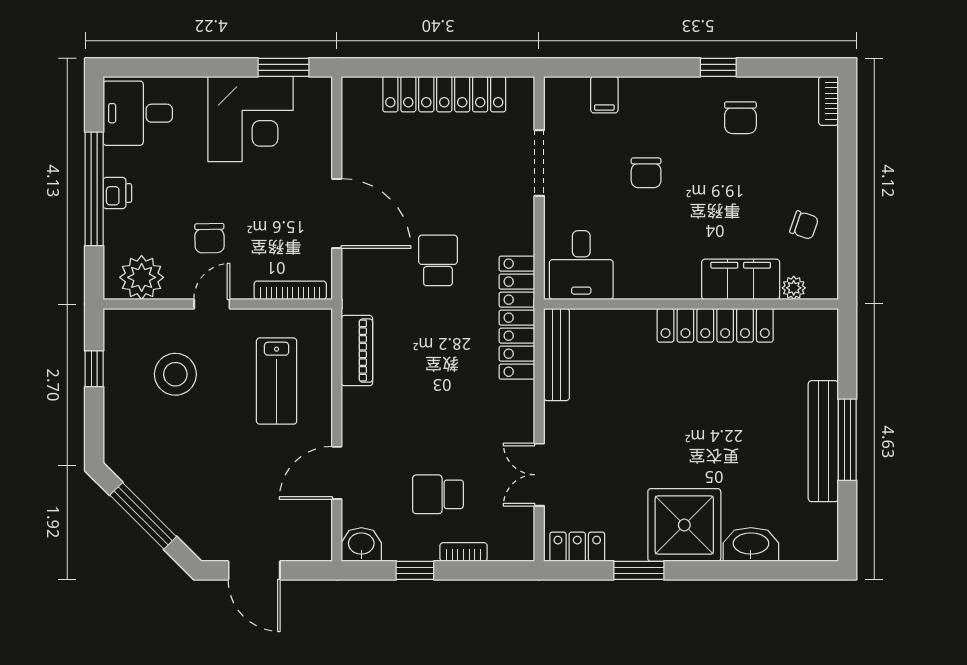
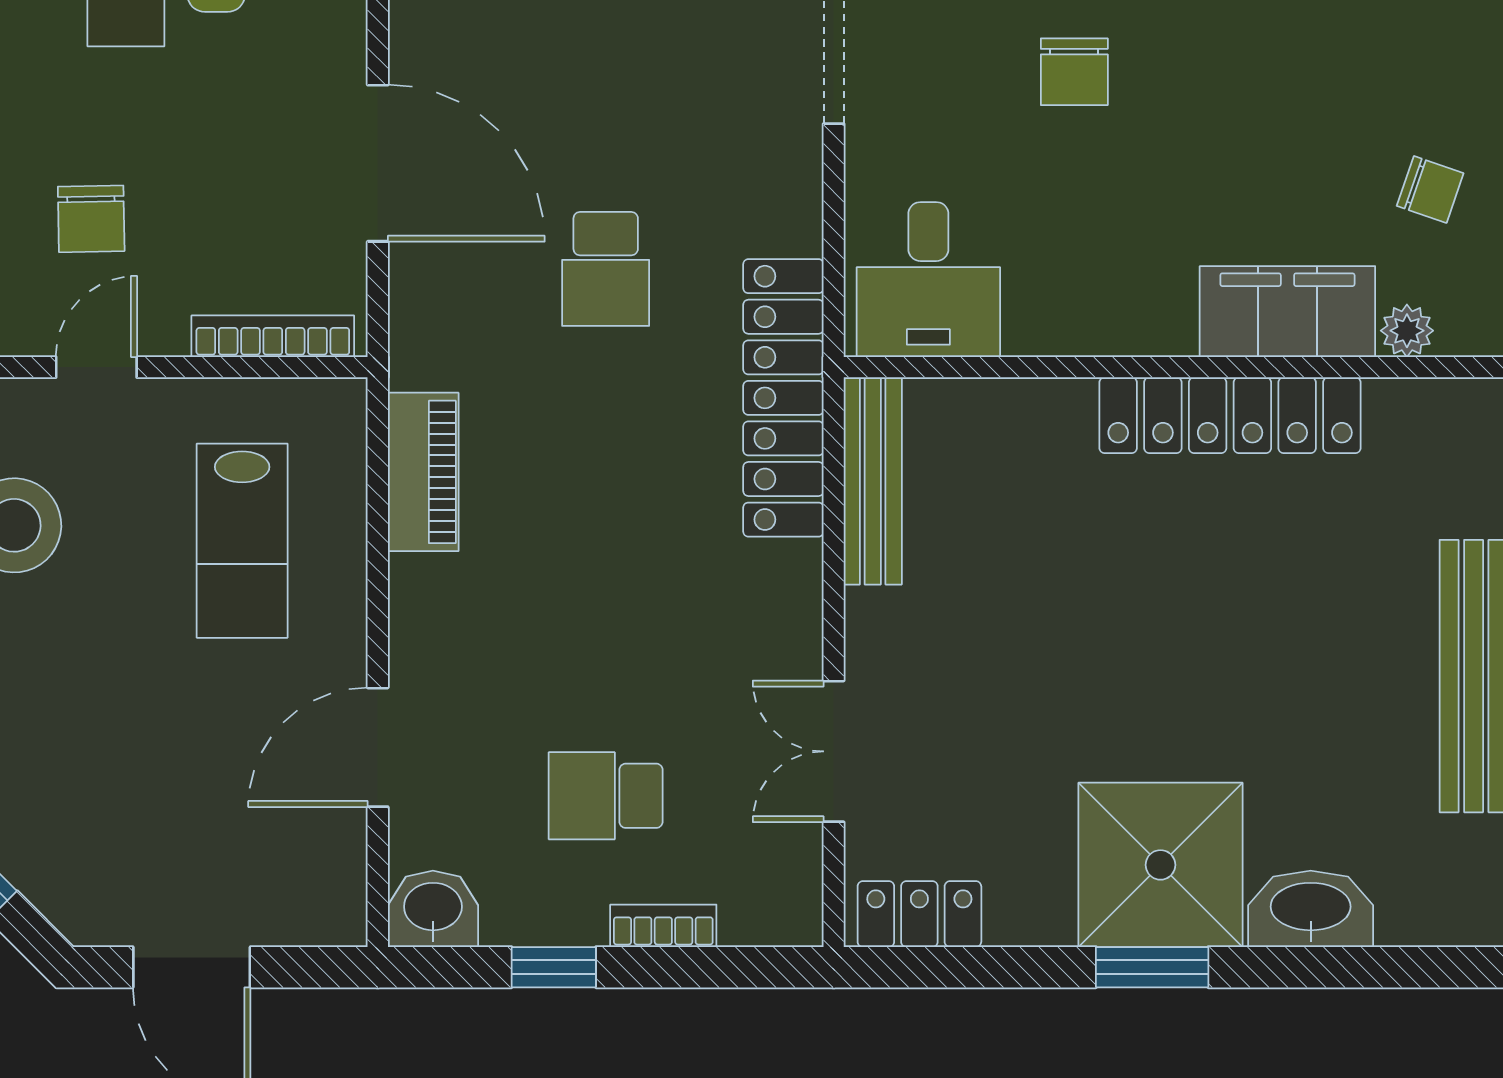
school desk: (438, 260) -> (606, 269), turned 180
window: (639, 570) -> (1152, 967), moved

